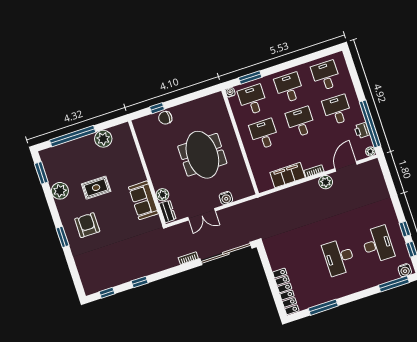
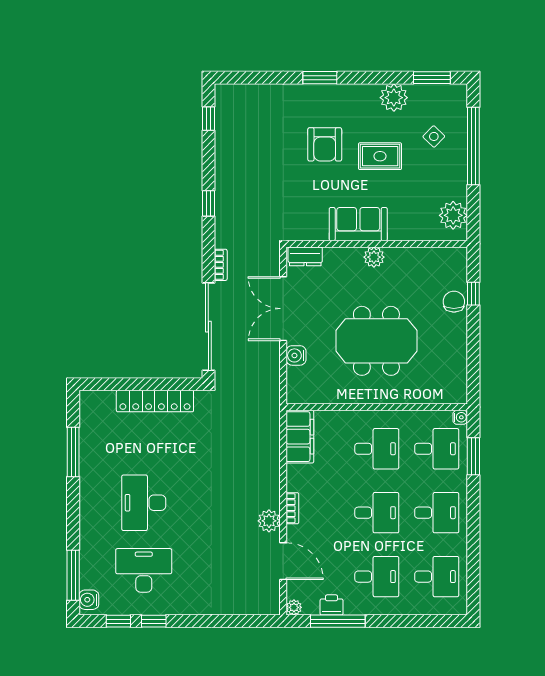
window: (370, 124) -> (338, 621), width x0.68
plant: (103, 139) -> (453, 215), moved
side table: (75, 161) -> (434, 136), added
filing cabinet: (288, 175) -> (300, 437), moved
rug: (96, 188) -> (380, 156), turned 90
plant: (162, 195) -> (374, 257), moved
sofa: (143, 200) -> (358, 224), moved
double door: (202, 214) -> (283, 309), width x1.37
armchair: (87, 225) -> (325, 144), moved, turned 90
desk: (378, 244) -> (144, 570), turned 180
desk: (339, 257) -> (144, 503), turned -90
window: (140, 282) -> (208, 203), moved
locker: (286, 291) -> (155, 401), moved

